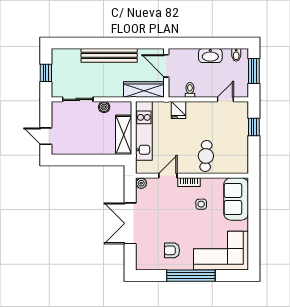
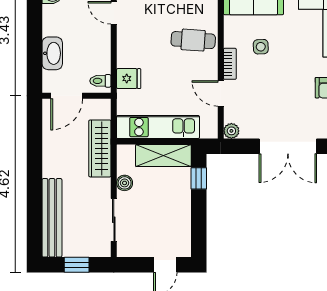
bench: (109, 55) -> (52, 218), moved
washbasin: (210, 56) -> (52, 53), moved
wardrobe: (144, 90) -> (100, 148), moved
toilet: (190, 90) -> (100, 81), moved
window: (107, 160) -> (199, 178), added

